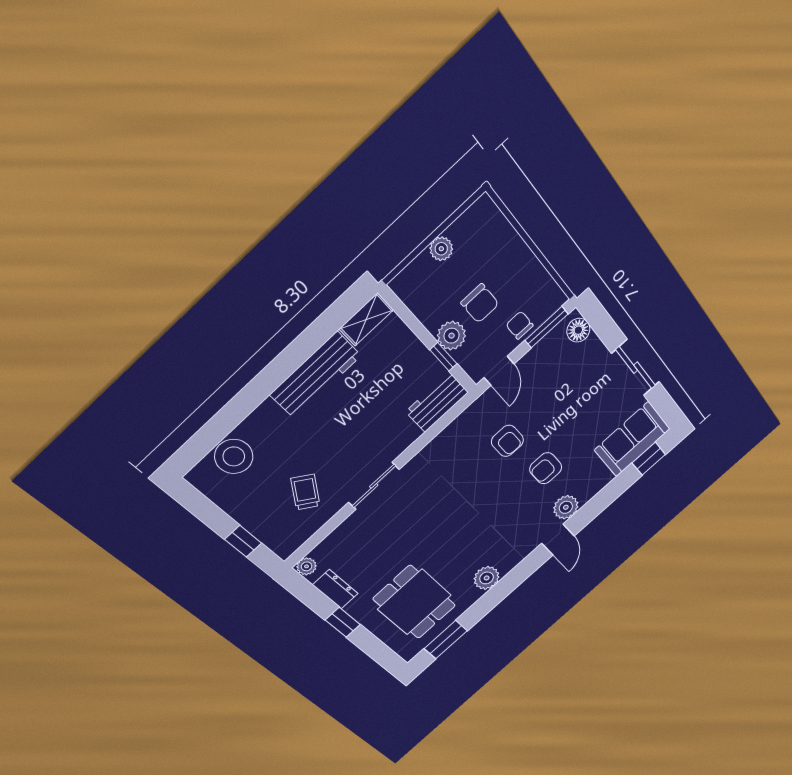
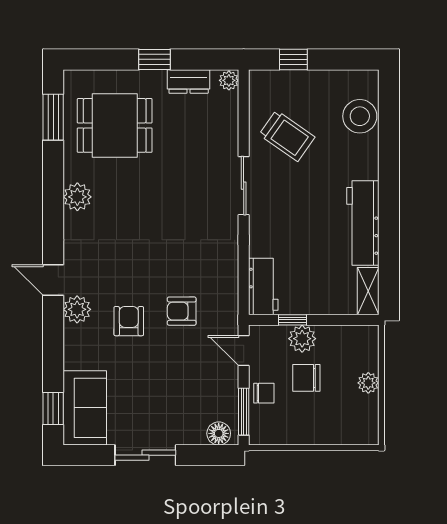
trolley: (305, 492) -> (287, 136), width x1.36, depth x1.39

